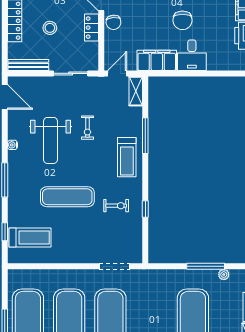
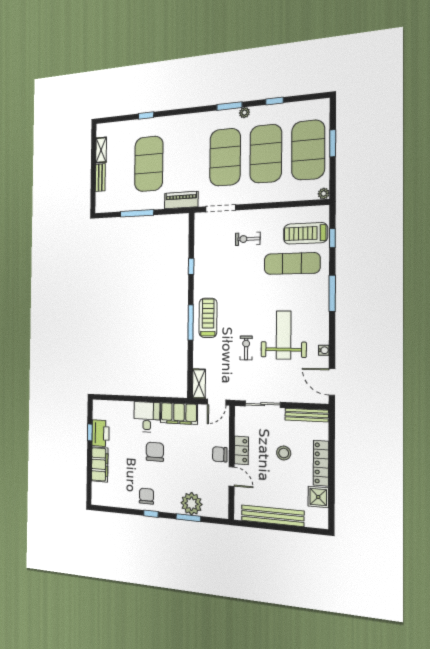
chair: (113, 22) -> (220, 454), turned -84
window: (145, 136) -> (191, 322), moved
water cooler: (12, 145) -> (324, 350), moved
exercise mat: (67, 197) -> (292, 264), moved
exercise bike: (116, 206) -> (248, 239), moved
plant: (224, 275) -> (324, 194), moved
piano: (157, 277) -> (181, 200), added

